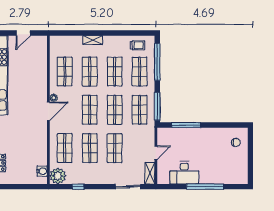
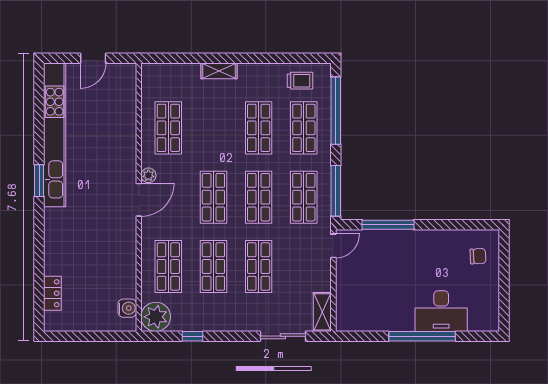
shop shelf: (90, 71) -> (213, 128), removed
door: (156, 153) -> (333, 246), moved
desk: (184, 173) -> (441, 311), moved

